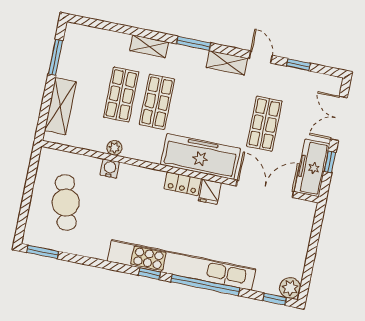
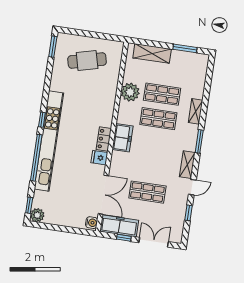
plant: (114, 148) -> (130, 92), width x1.88, depth x1.88
freezer: (200, 156) -> (123, 138), width x0.52, depth x0.79
water cooler: (110, 169) -> (92, 223), moved

